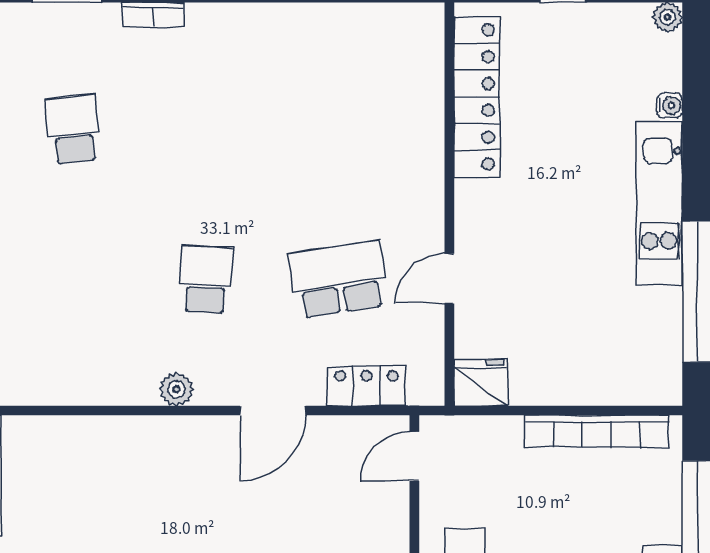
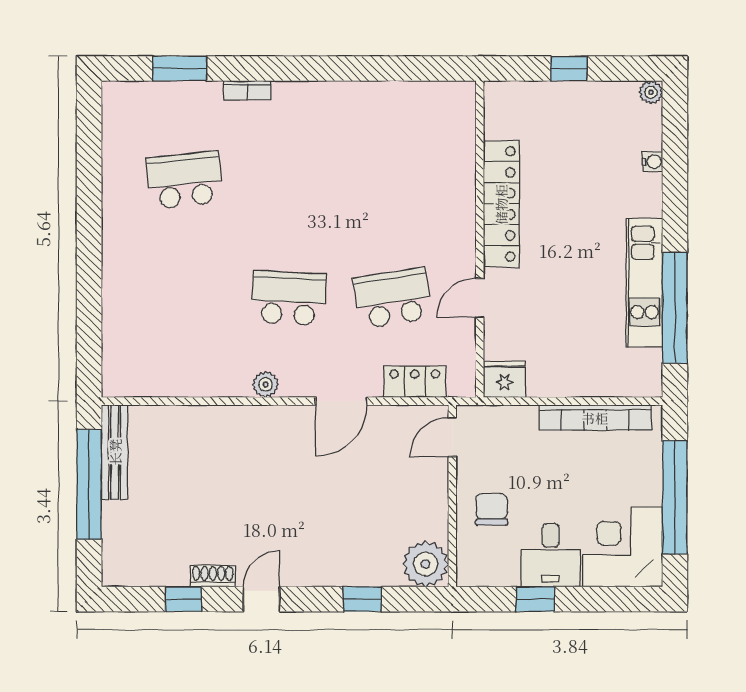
locker: (477, 97) -> (501, 204), moved
school desk: (73, 129) -> (185, 180), width x1.85
kitchen unit: (659, 203) -> (644, 283), moved
school desk: (206, 279) -> (289, 298), width x1.85

